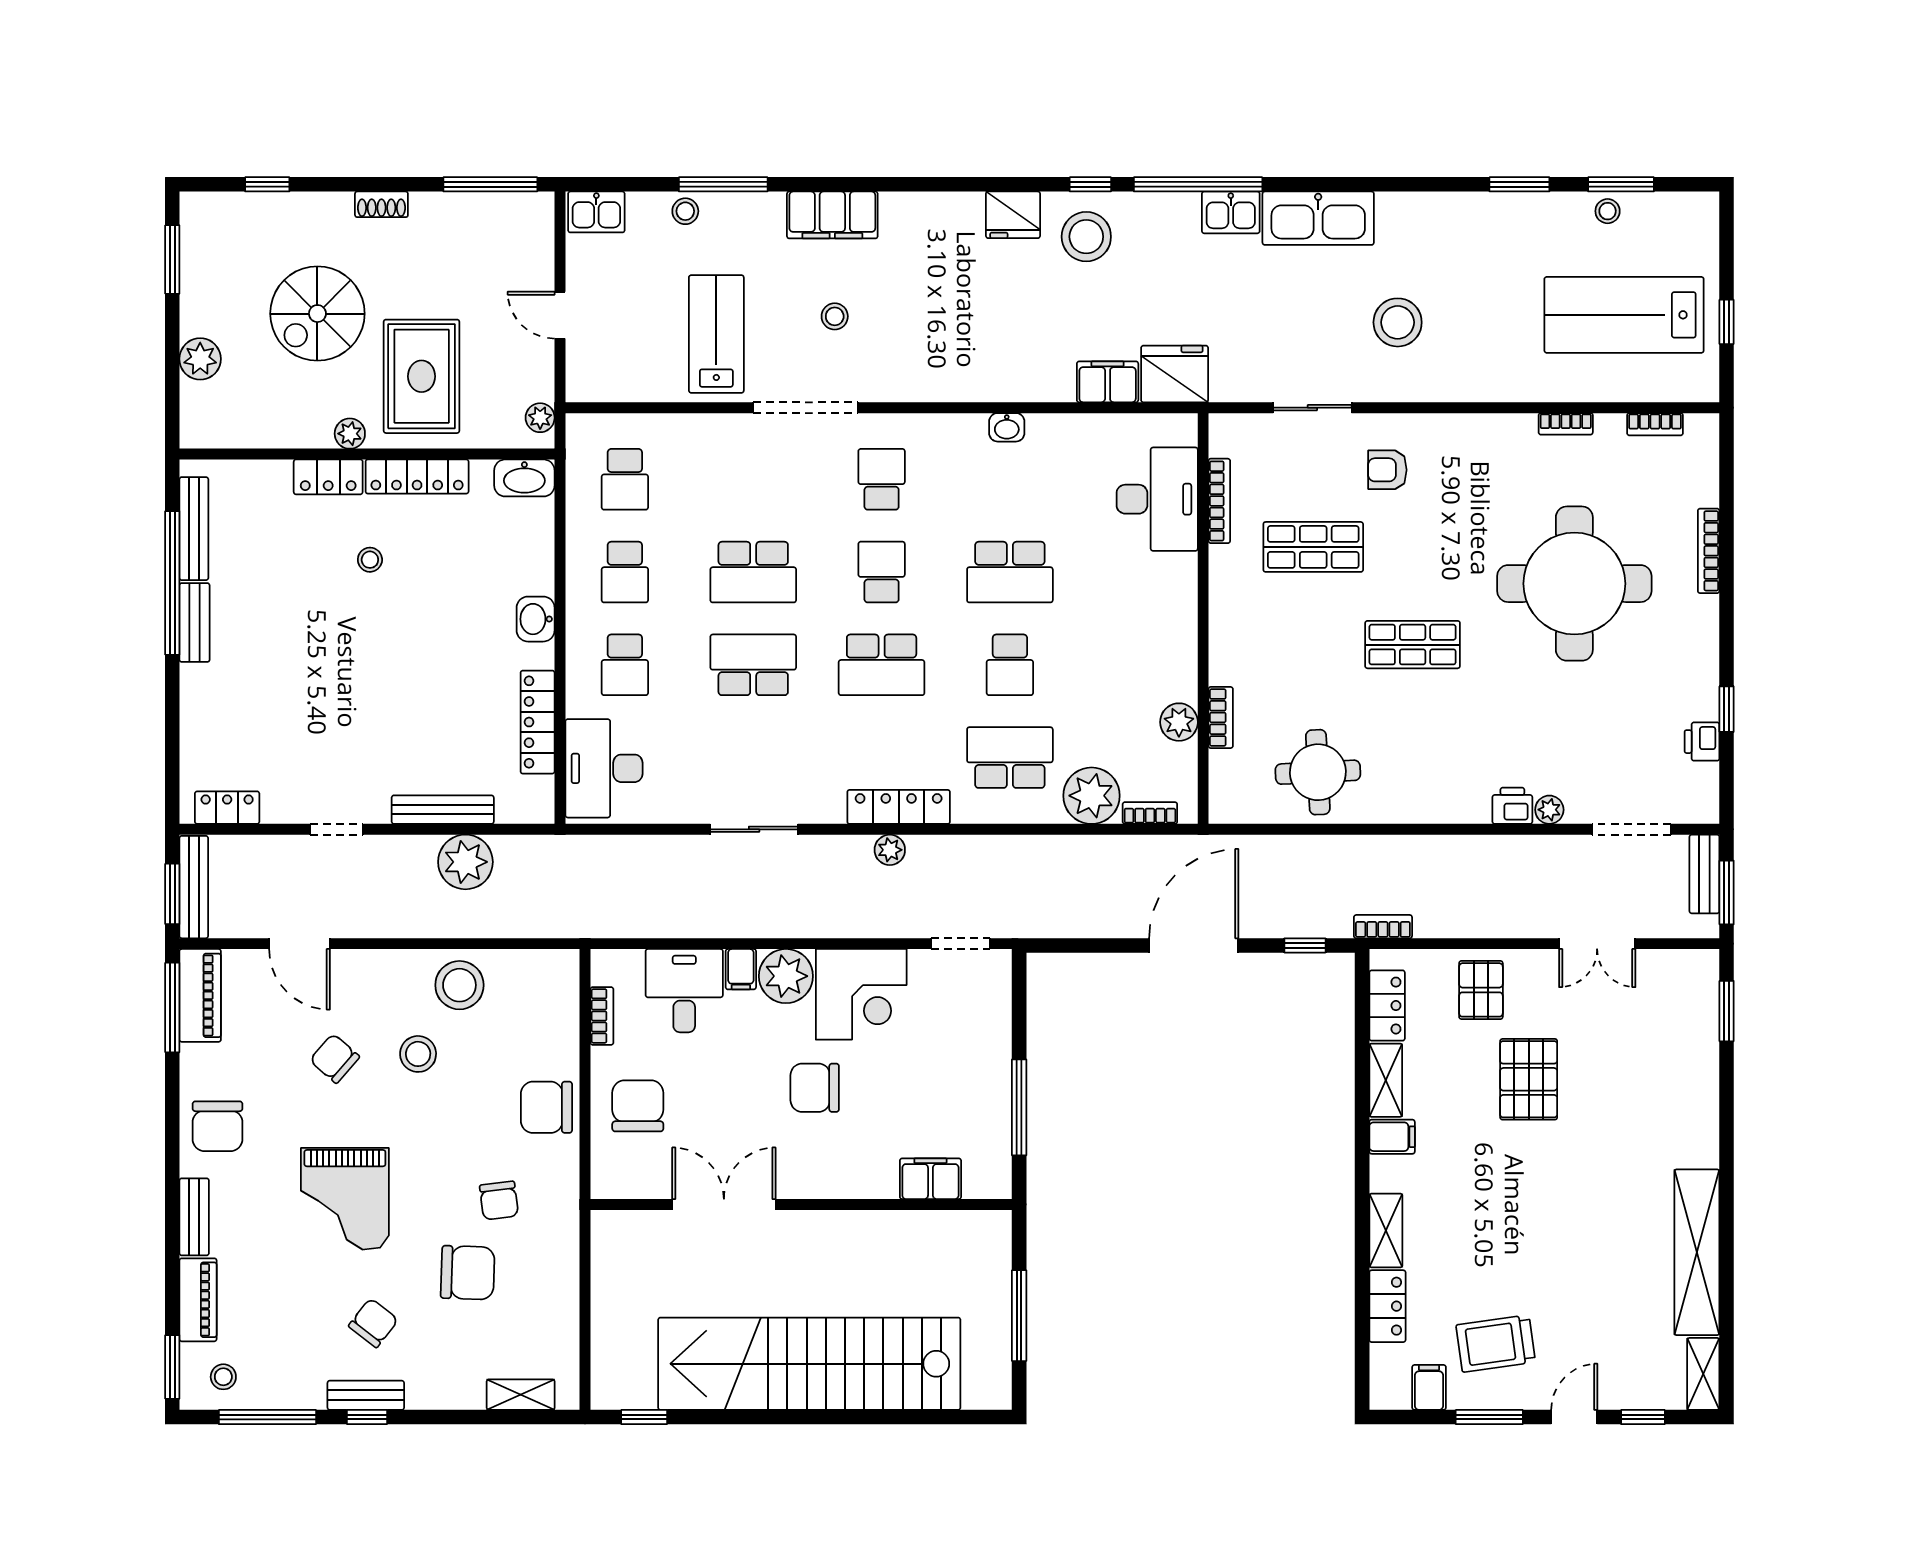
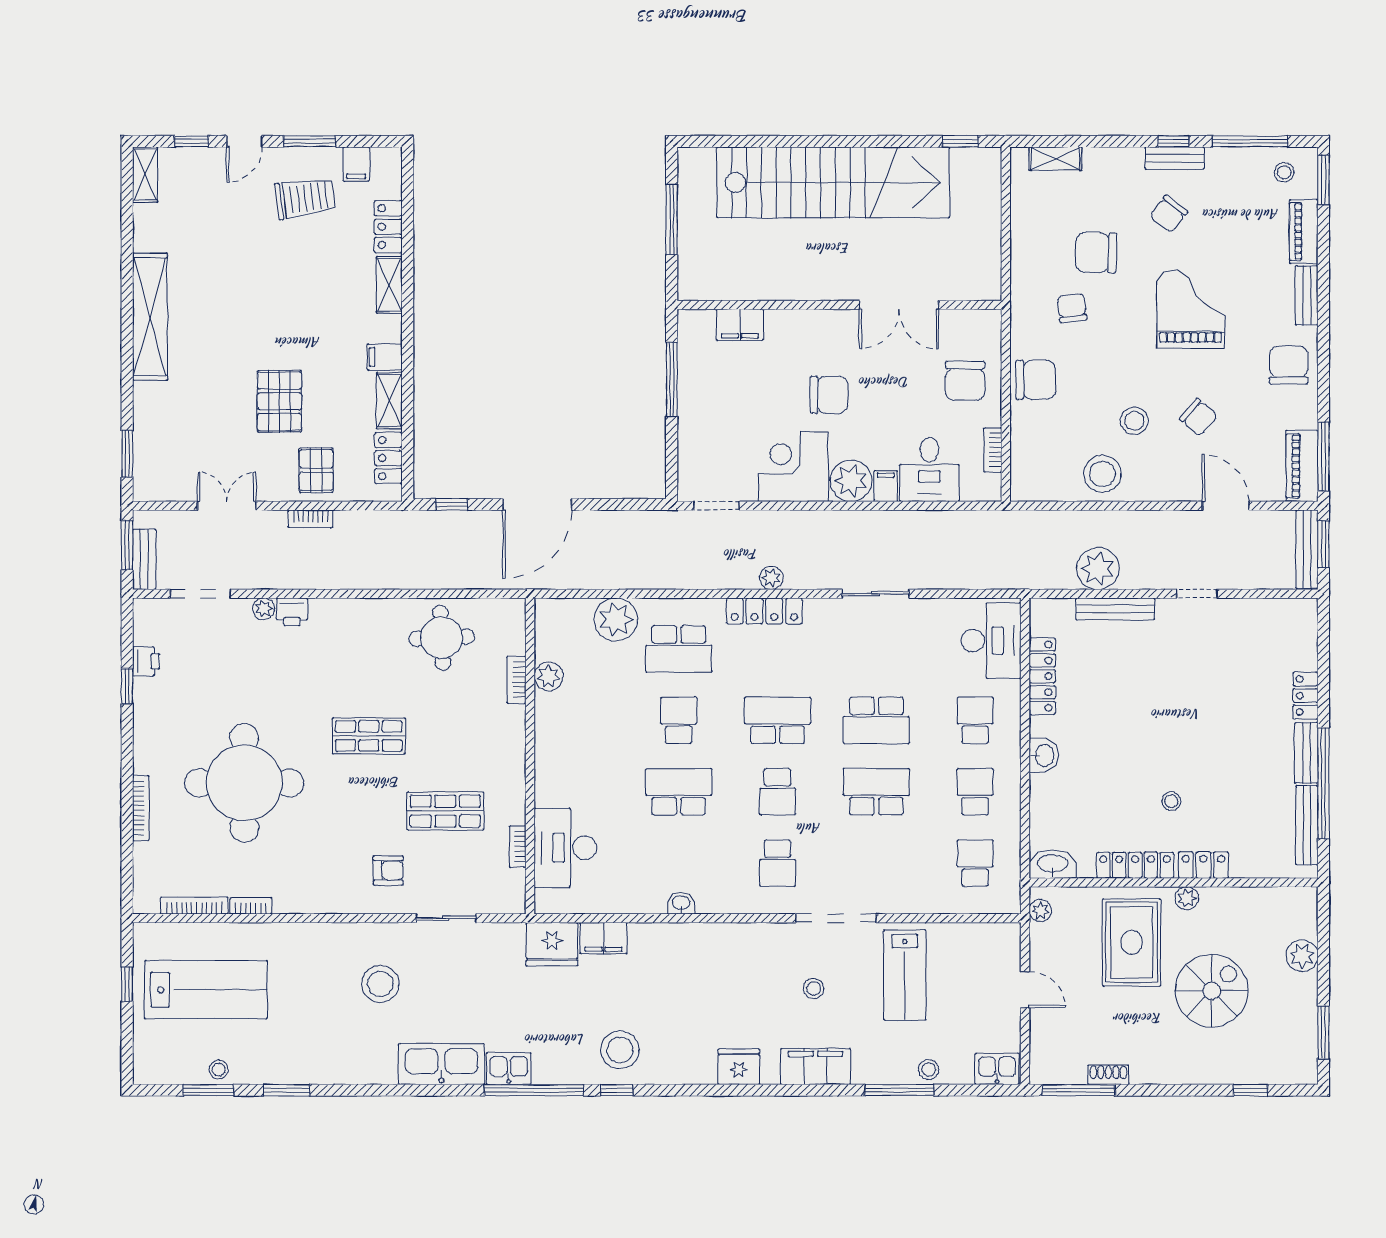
shoe rack: (381, 204) -> (1108, 1075), moved
fridge: (1013, 215) -> (739, 1067), moved
bookcase: (1655, 424) -> (194, 906), width x1.56
bookcase: (1219, 501) -> (518, 846), width x0.64
locker: (227, 808) -> (1305, 696), moved, turned 90
bookcase: (1150, 813) -> (571, 606), removed
bookcase: (1383, 927) -> (310, 519), moved
shelving: (1697, 1252) -> (150, 317), moved

